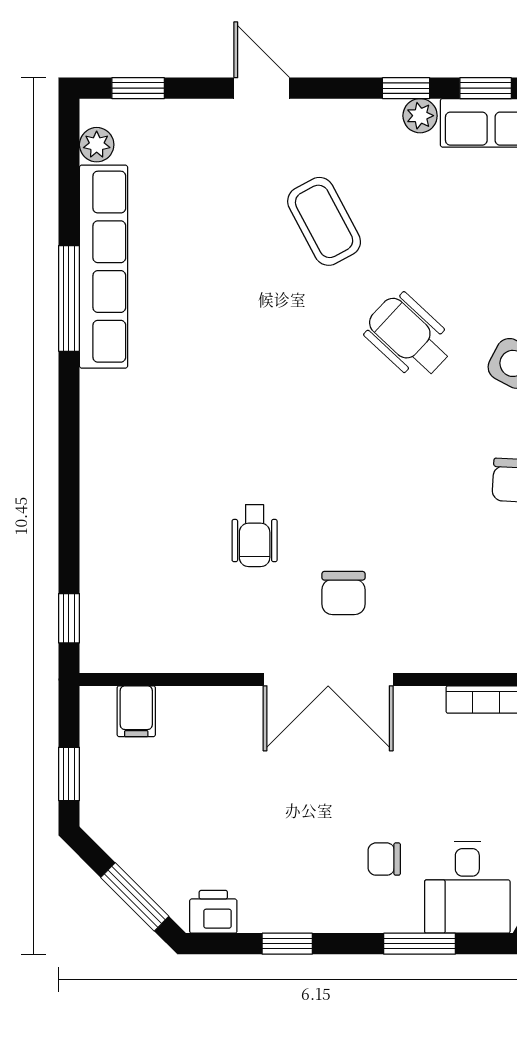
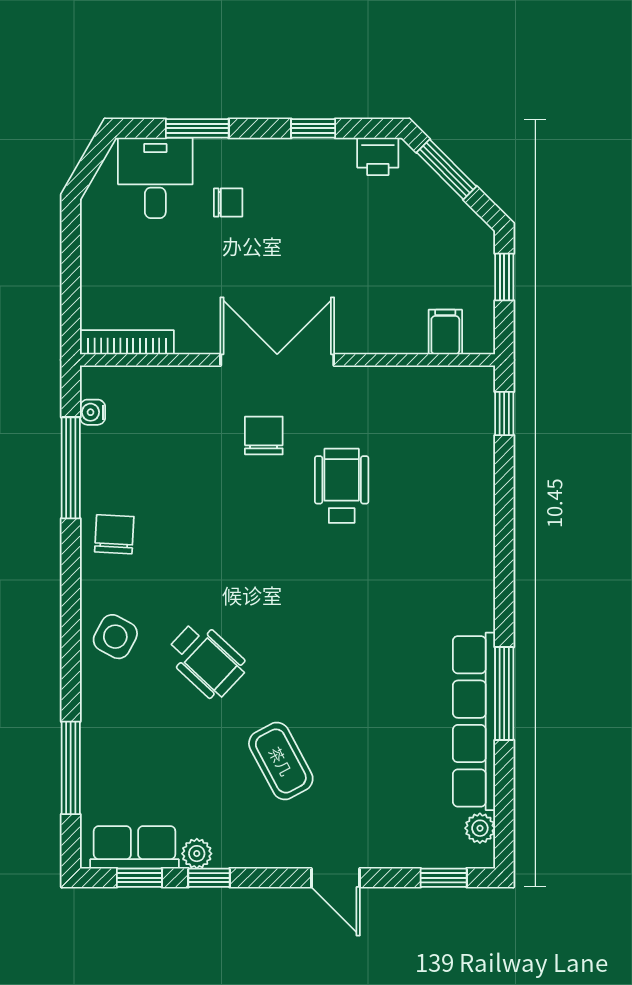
wheelchair: (255, 536) -> (342, 486), width x1.36, depth x1.37

